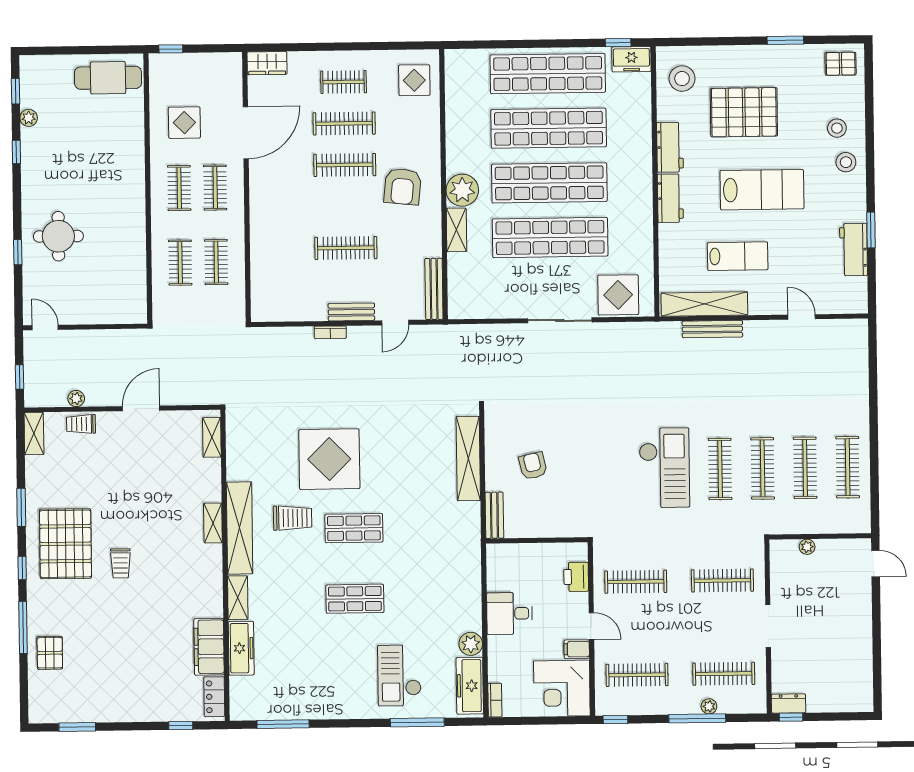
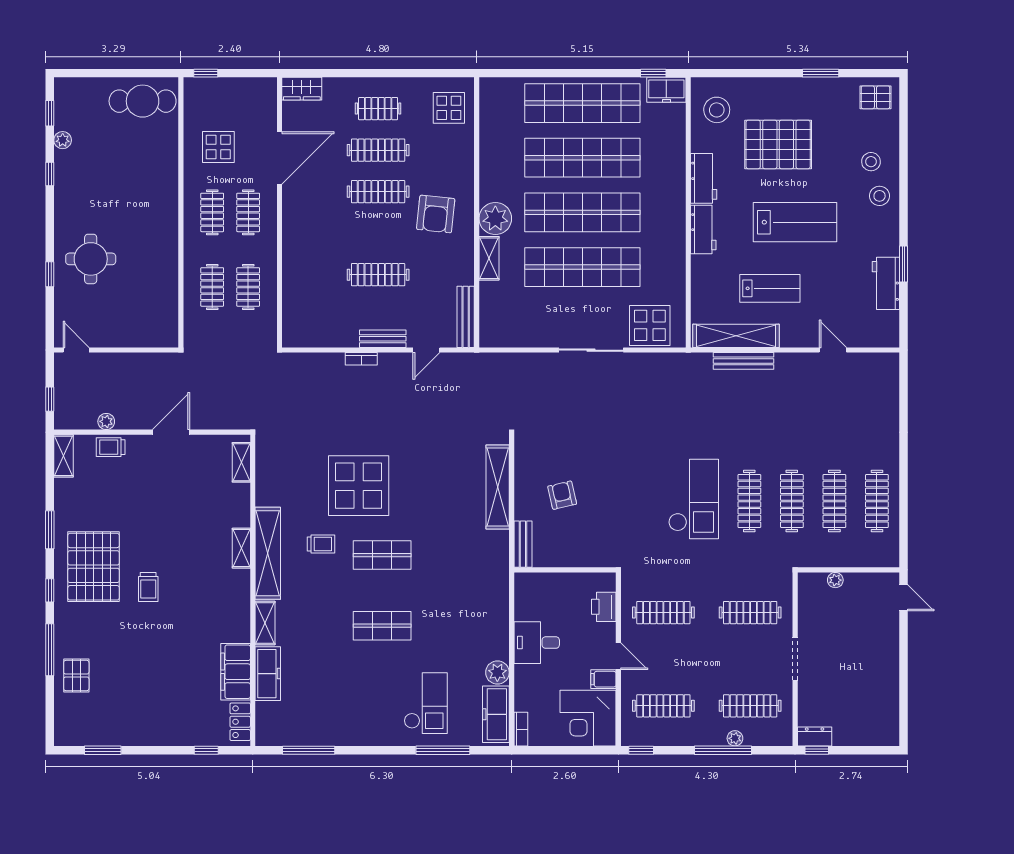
trolley: (293, 518) -> (321, 544), width x0.73, depth x0.72
checkout: (399, 675) -> (426, 703), turned 180

